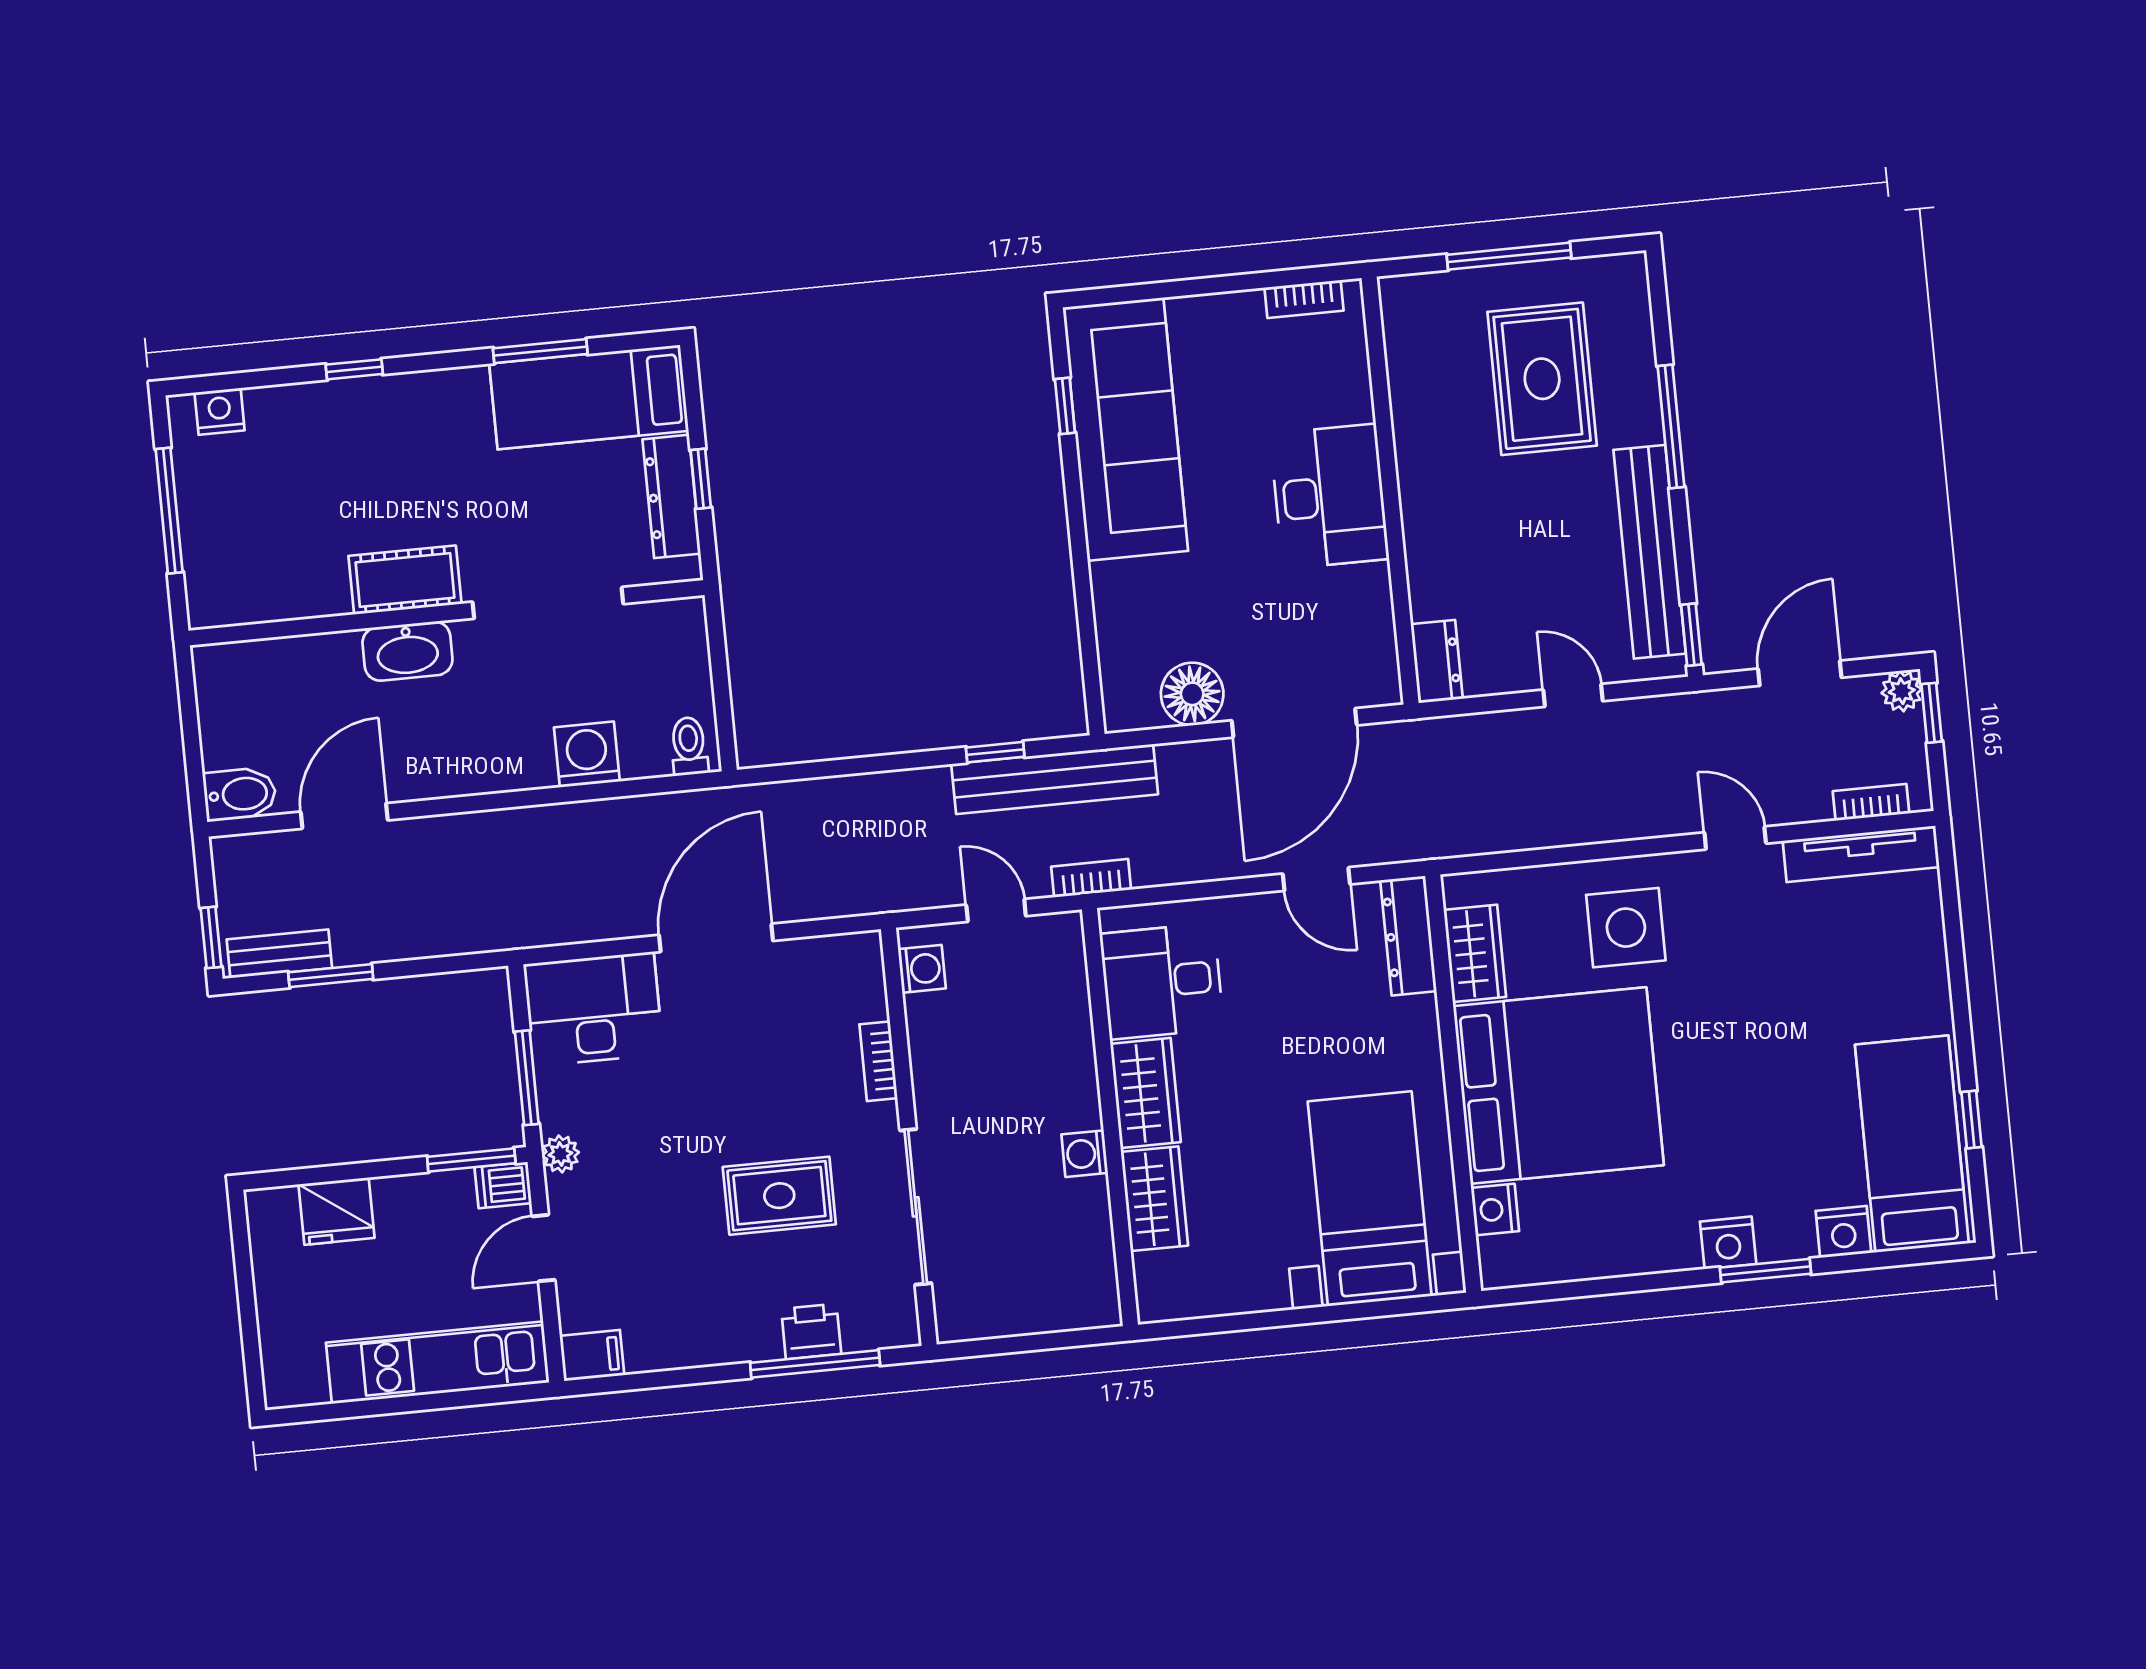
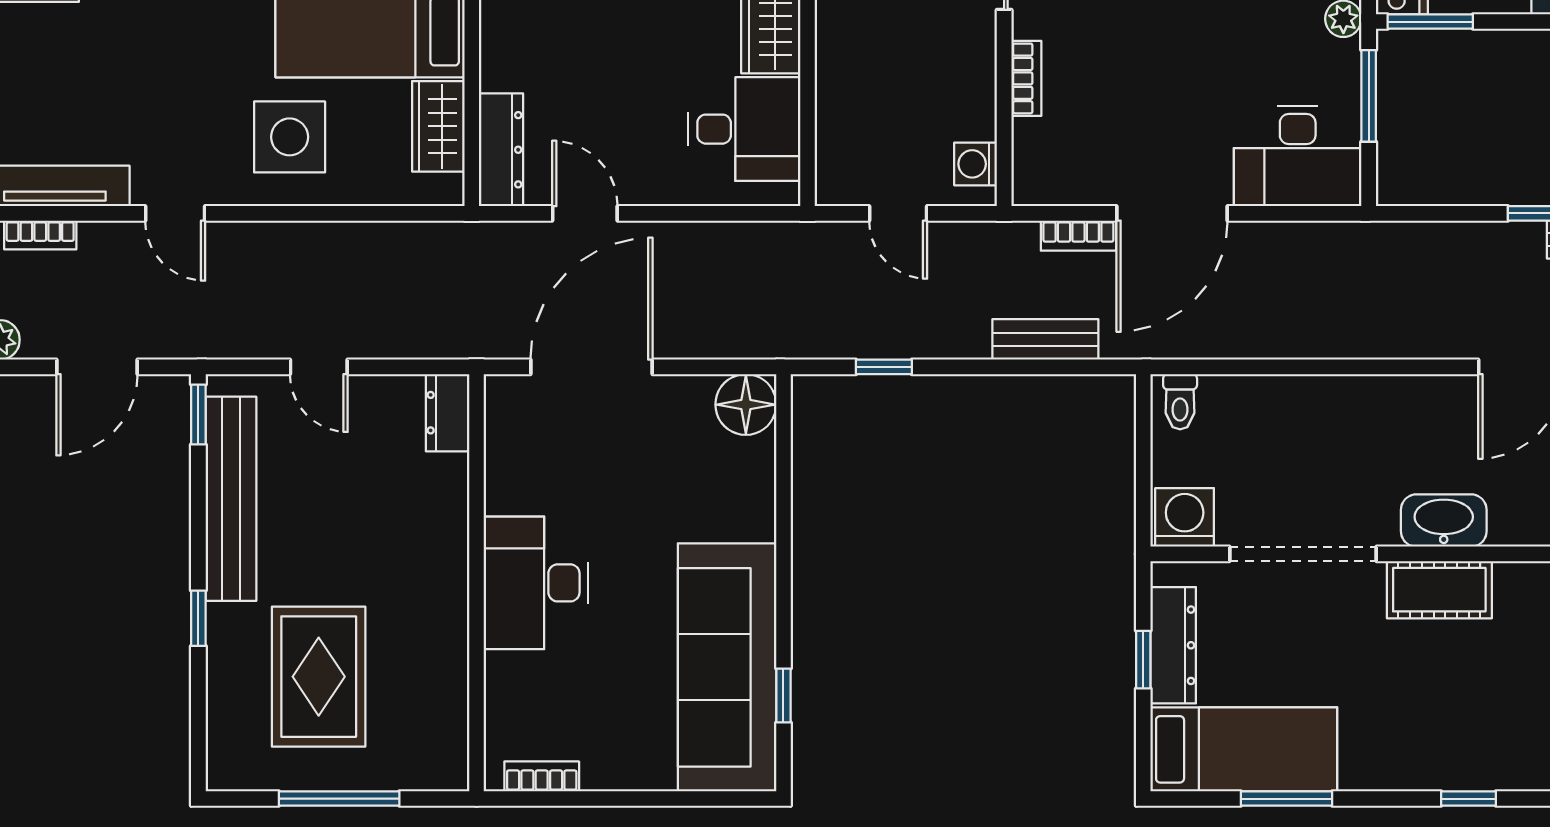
window: (1671, 426) -> (198, 618), width x0.46
floor lamp: (1192, 694) -> (746, 405), moved
washing machine: (587, 754) -> (1185, 517), moved, turned 180
bench: (1055, 779) -> (1045, 339), moved, width x0.54, depth x0.82
bookcase: (1091, 878) -> (1078, 236), moved

